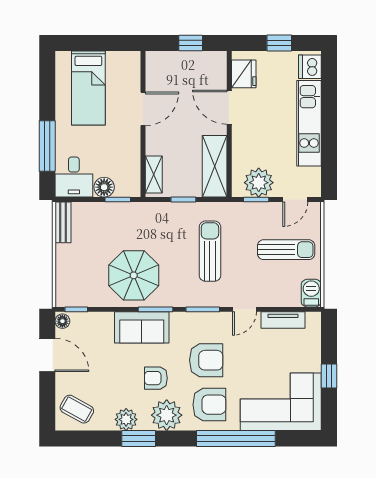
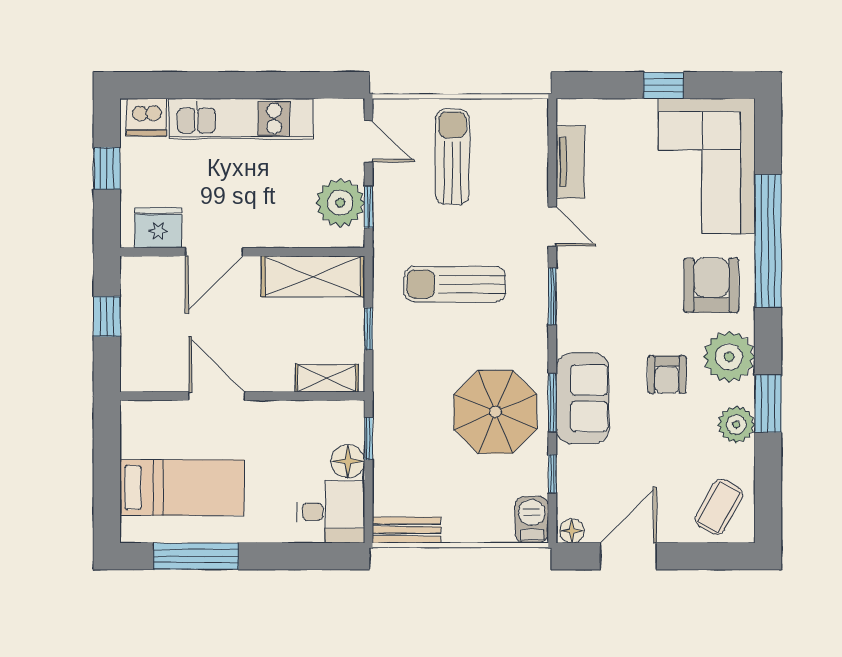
window: (47, 146) -> (196, 556), moved
barbecue: (311, 293) -> (532, 520), moved, turned 90
window: (76, 309) -> (552, 474), moved
window: (155, 309) -> (552, 403), moved
armchair: (206, 360) -> (637, 291), removed

